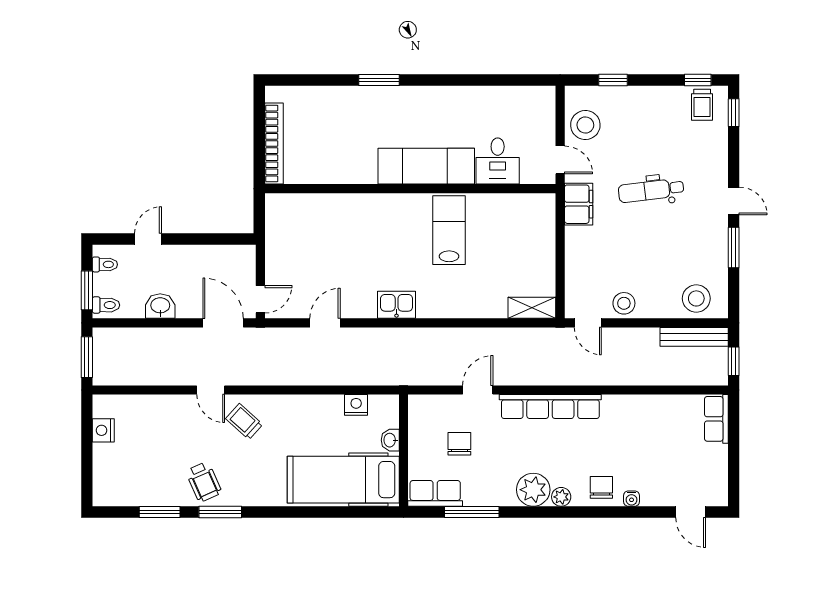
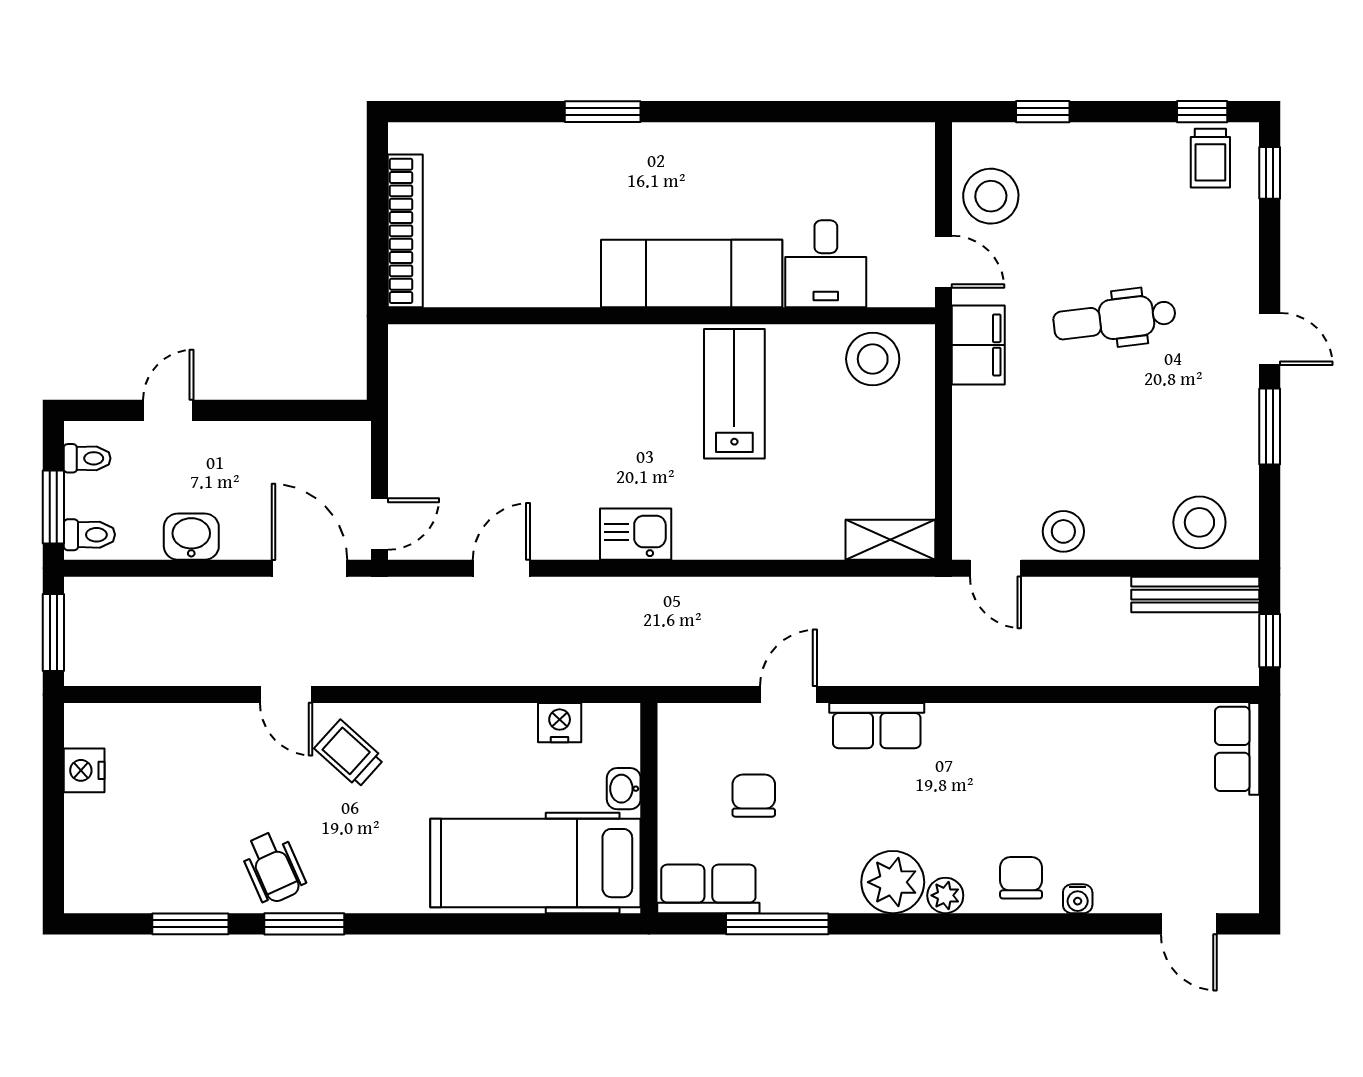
stool: (523, 212) -> (873, 359), added
row of seats: (550, 407) -> (877, 726), width x0.50

